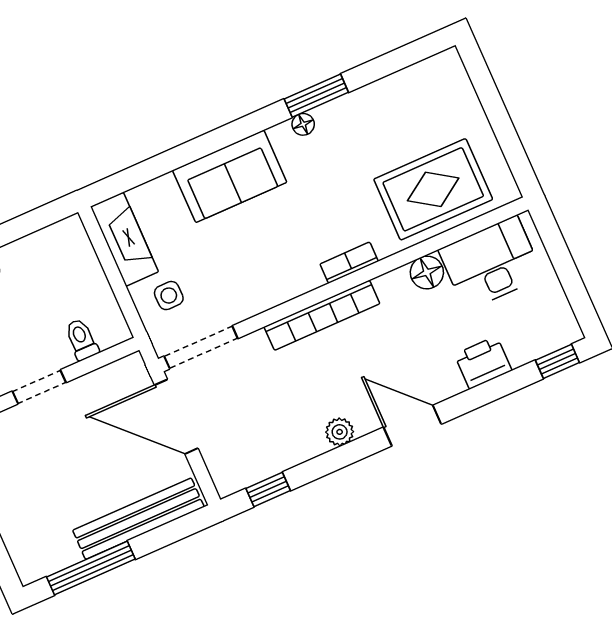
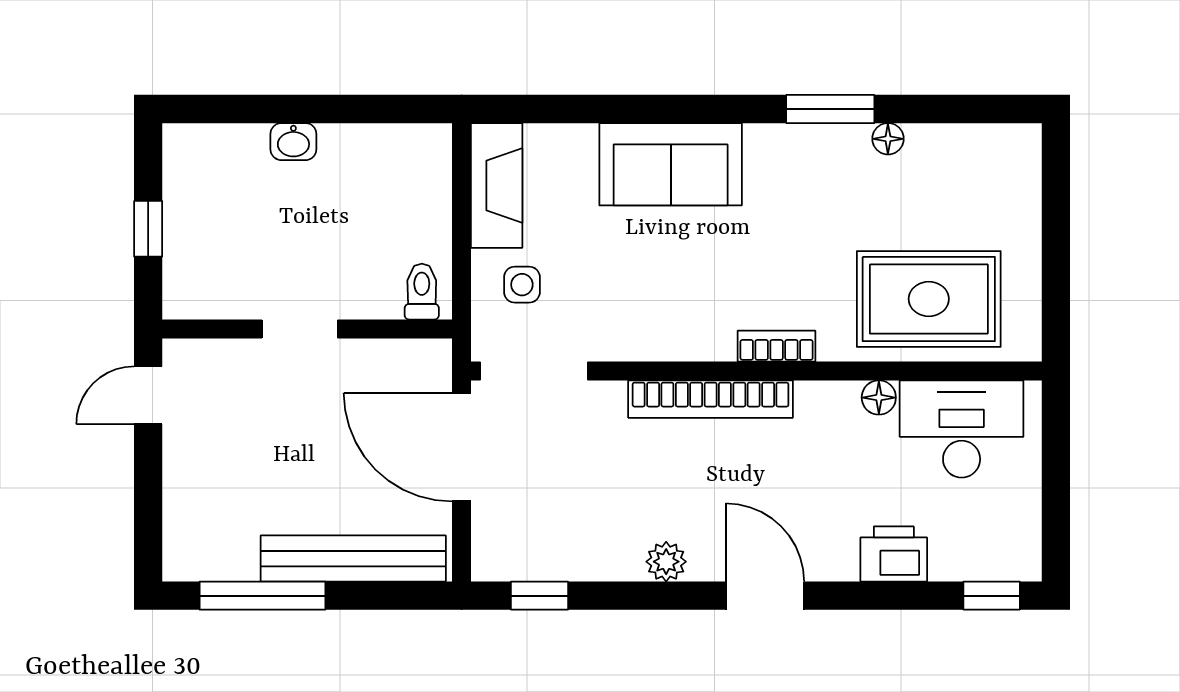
floor lamp: (303, 124) -> (888, 139), moved
floor lamp: (427, 272) -> (879, 398), width x0.73, depth x0.73
toilet: (82, 339) -> (422, 292), moved

